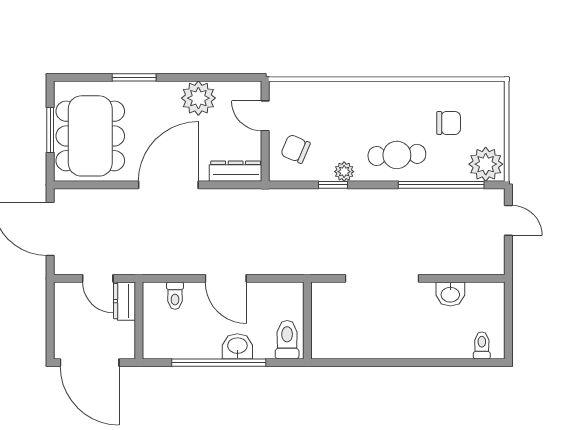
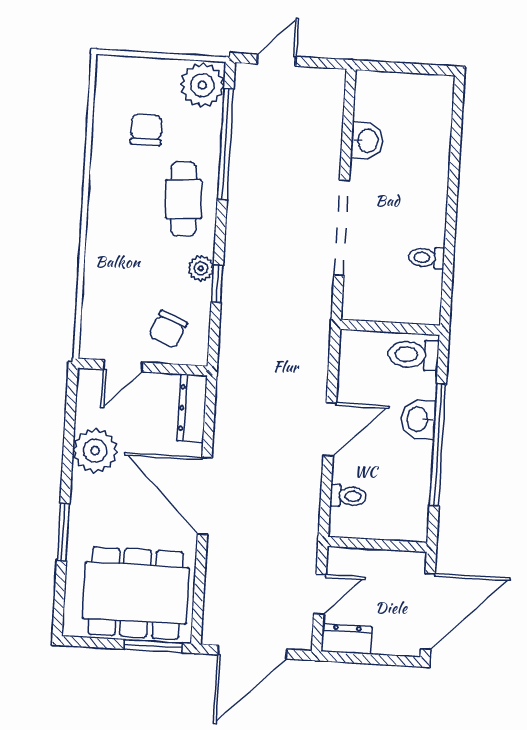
window: (50, 130) -> (153, 646), moved
dresser: (125, 301) -> (347, 639), moved, turned 180
toilet: (482, 345) -> (427, 258), moved

